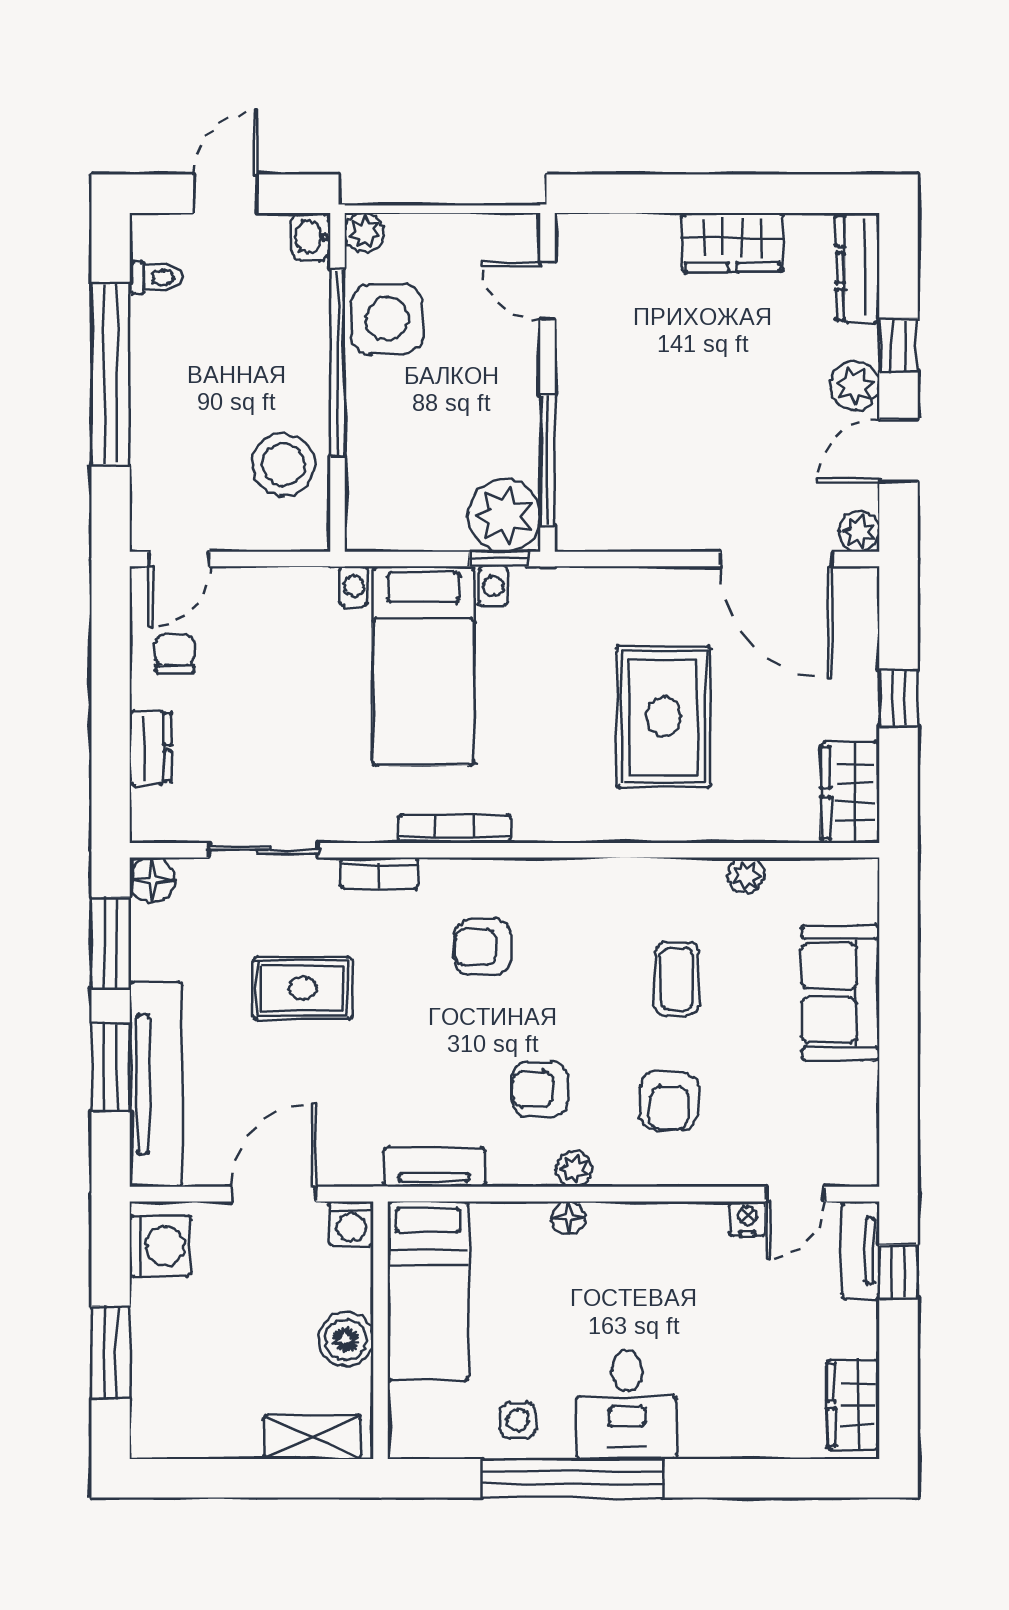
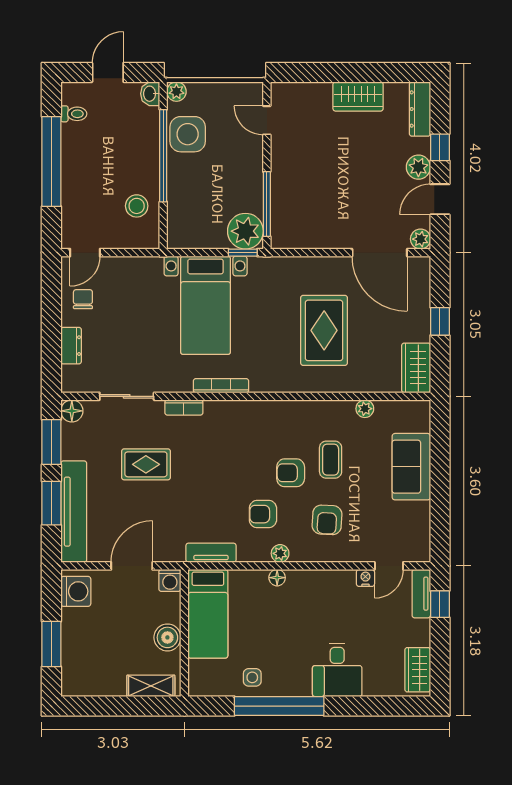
stool: (284, 464) -> (137, 206), width x0.73, depth x0.73
armchair: (482, 947) -> (291, 473), moved
desk: (627, 1405) -> (337, 670), moved

